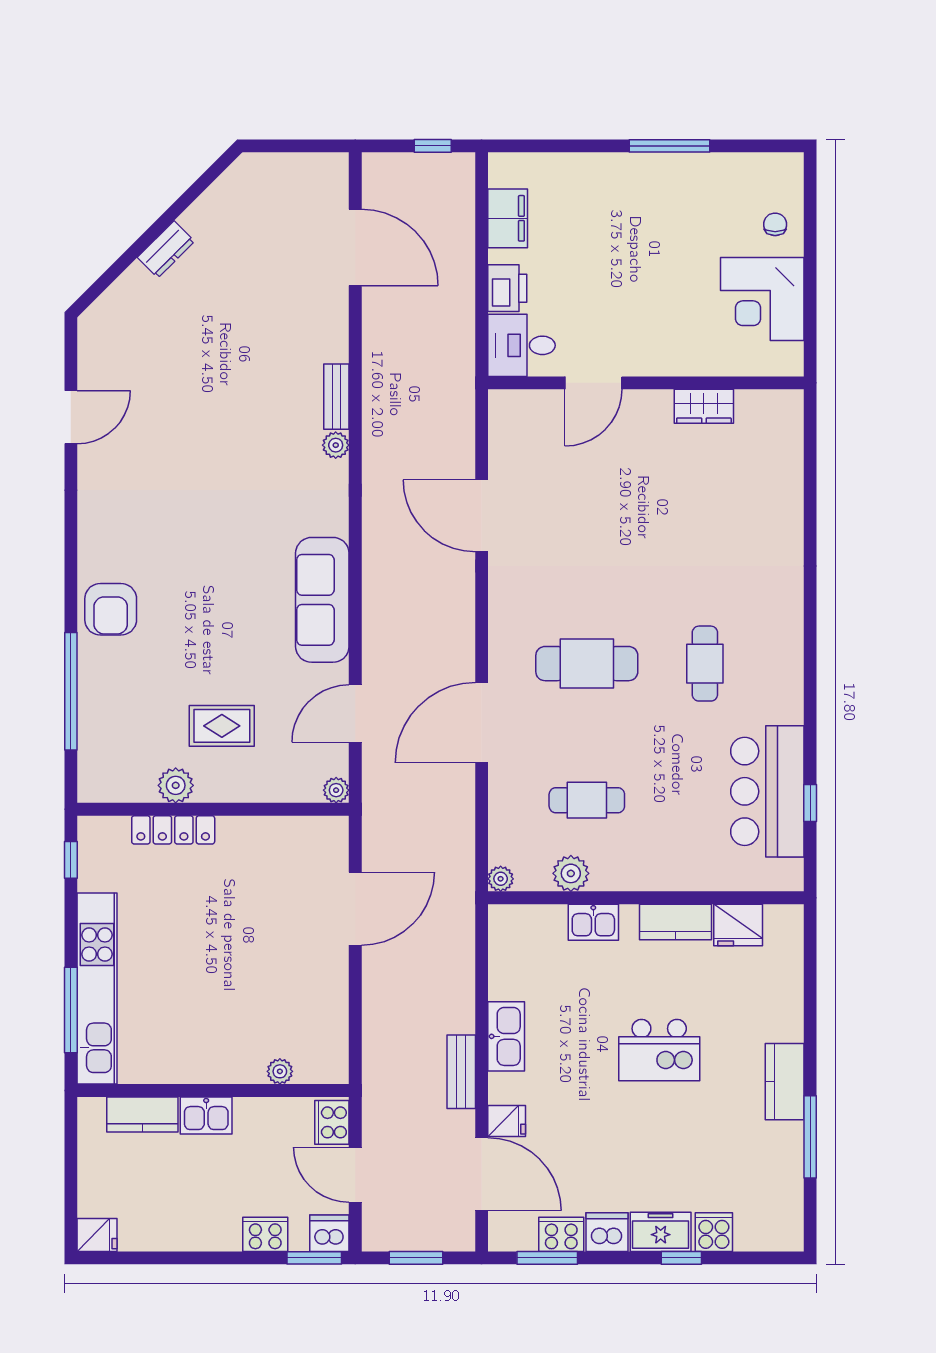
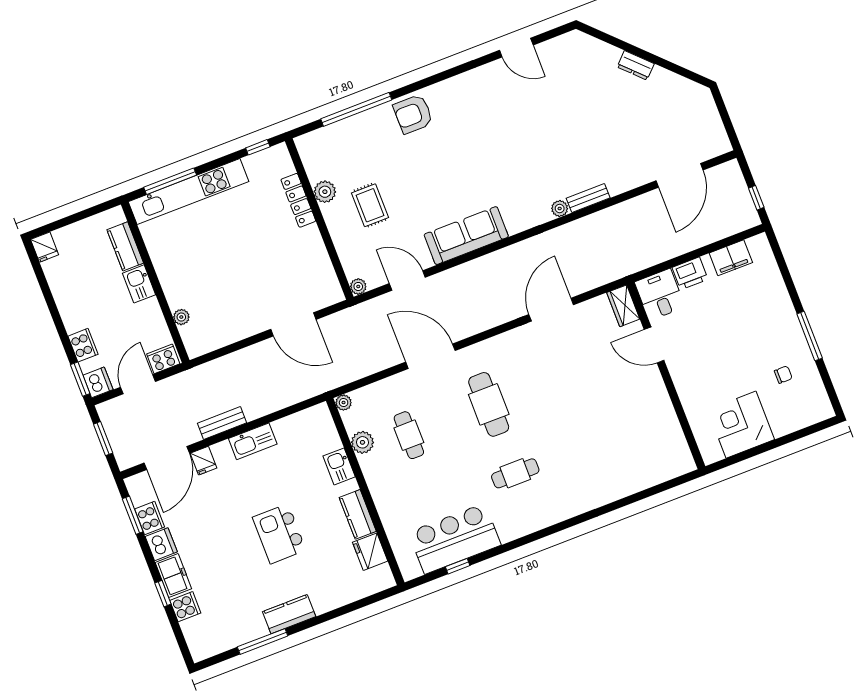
chair: (775, 224) -> (783, 375), moved
wardrobe: (704, 406) -> (623, 306), moved

